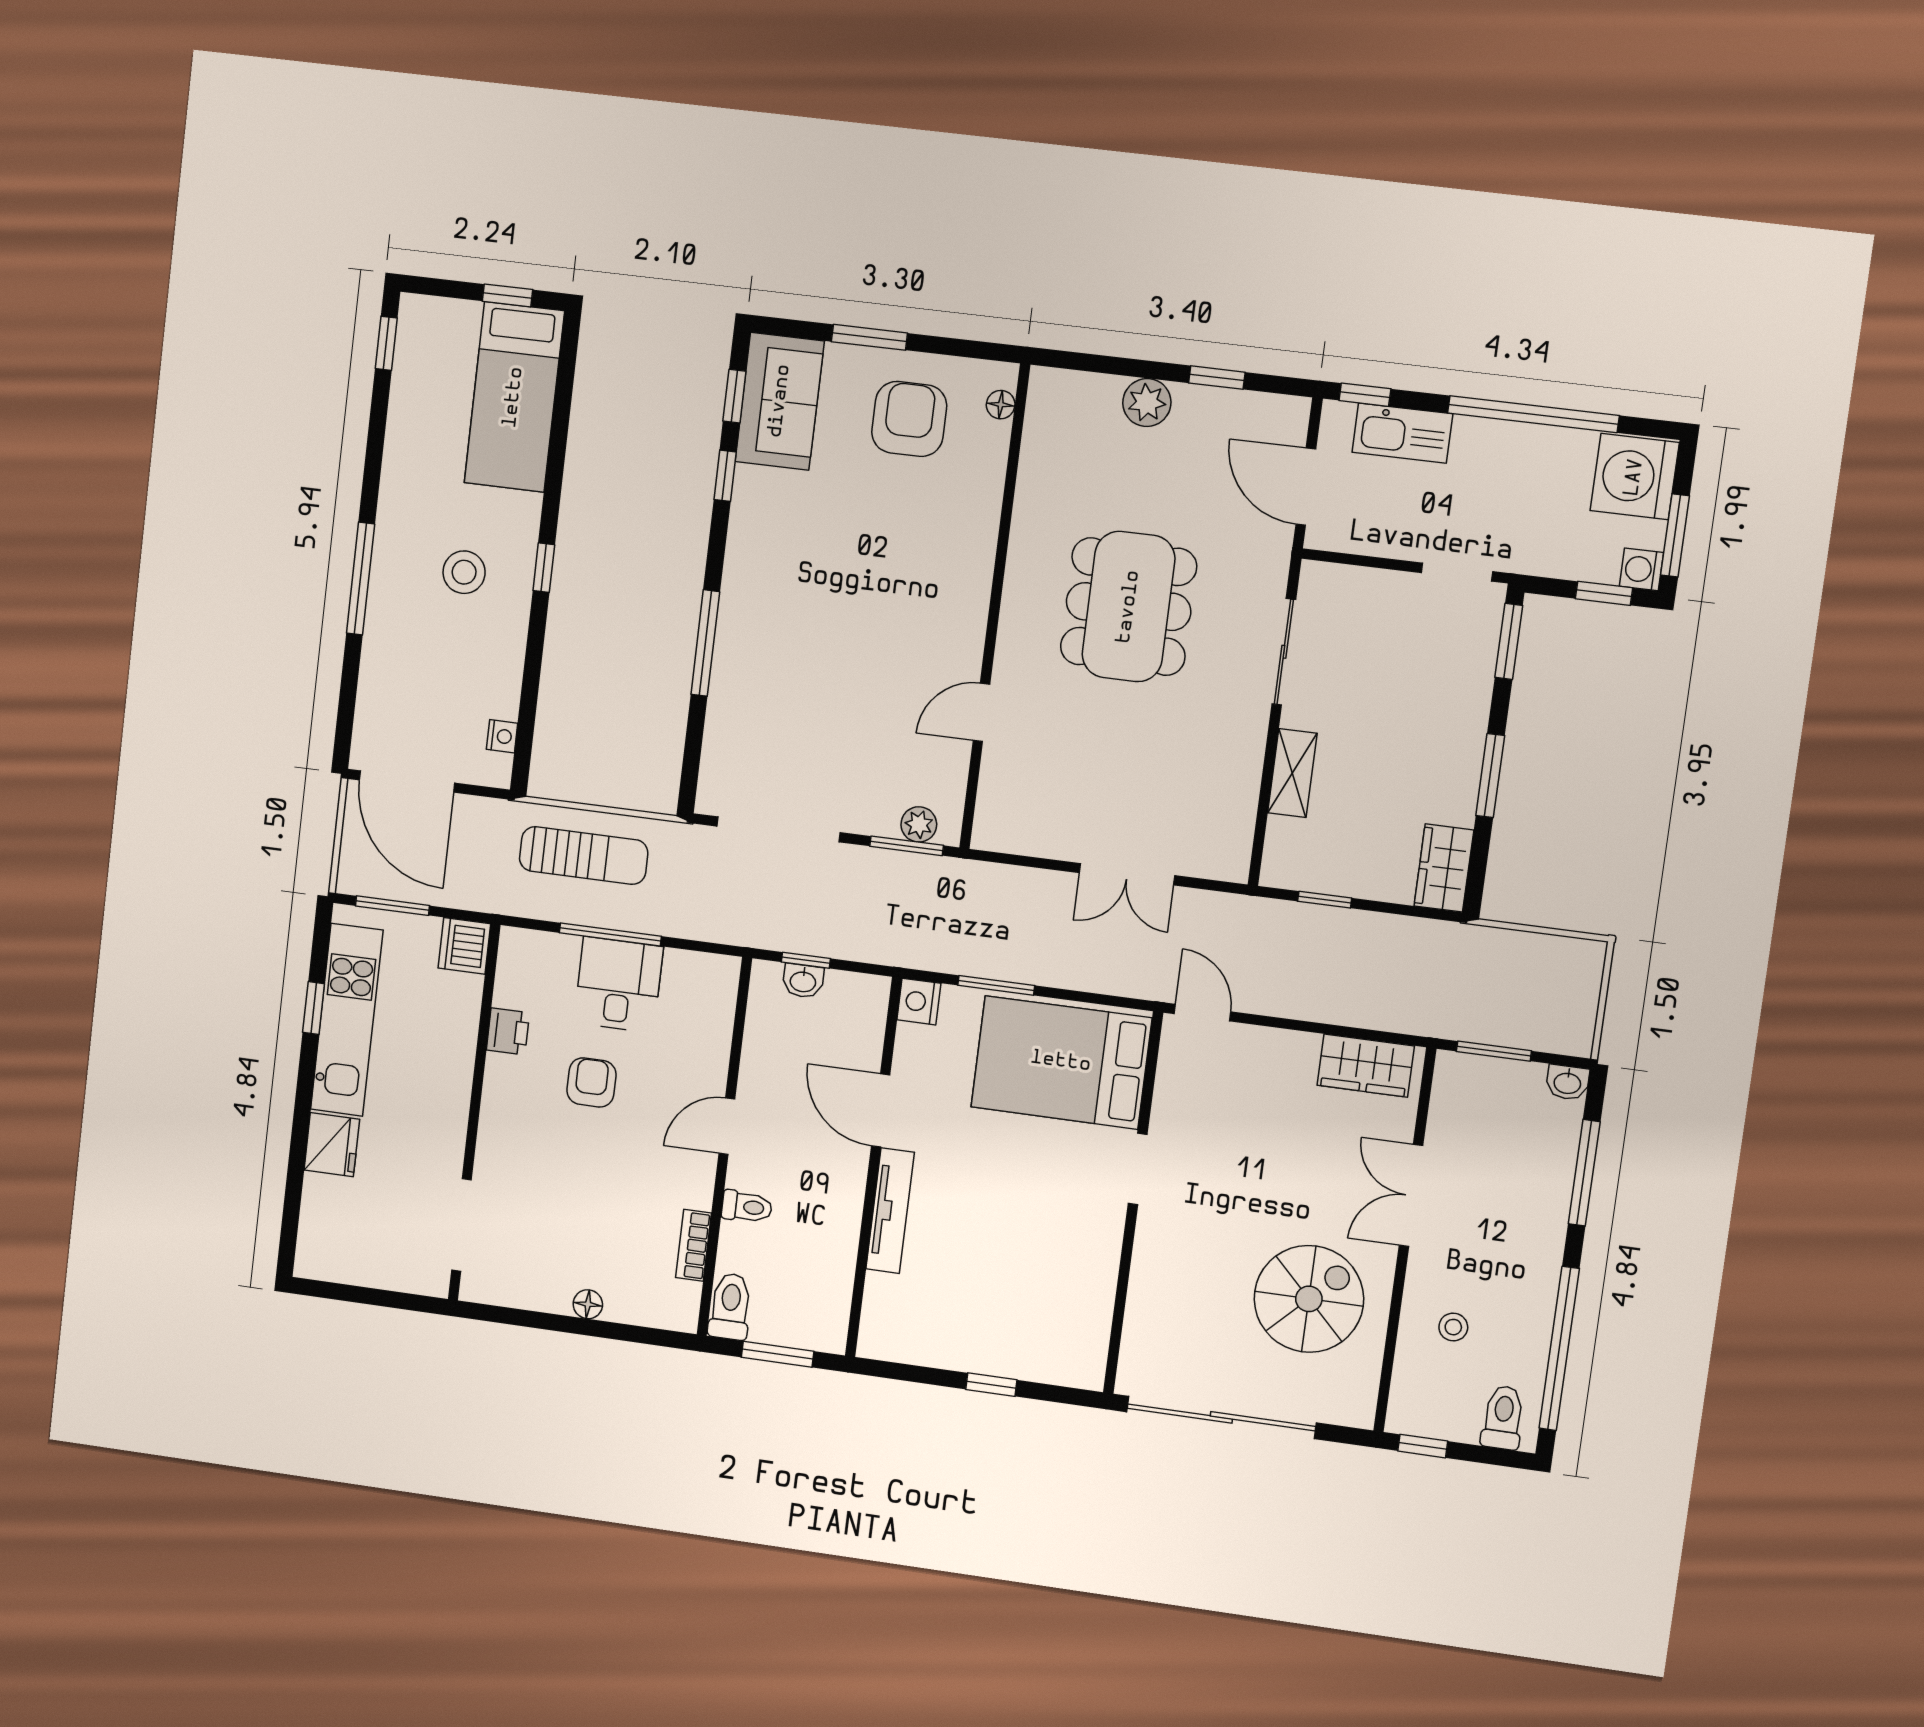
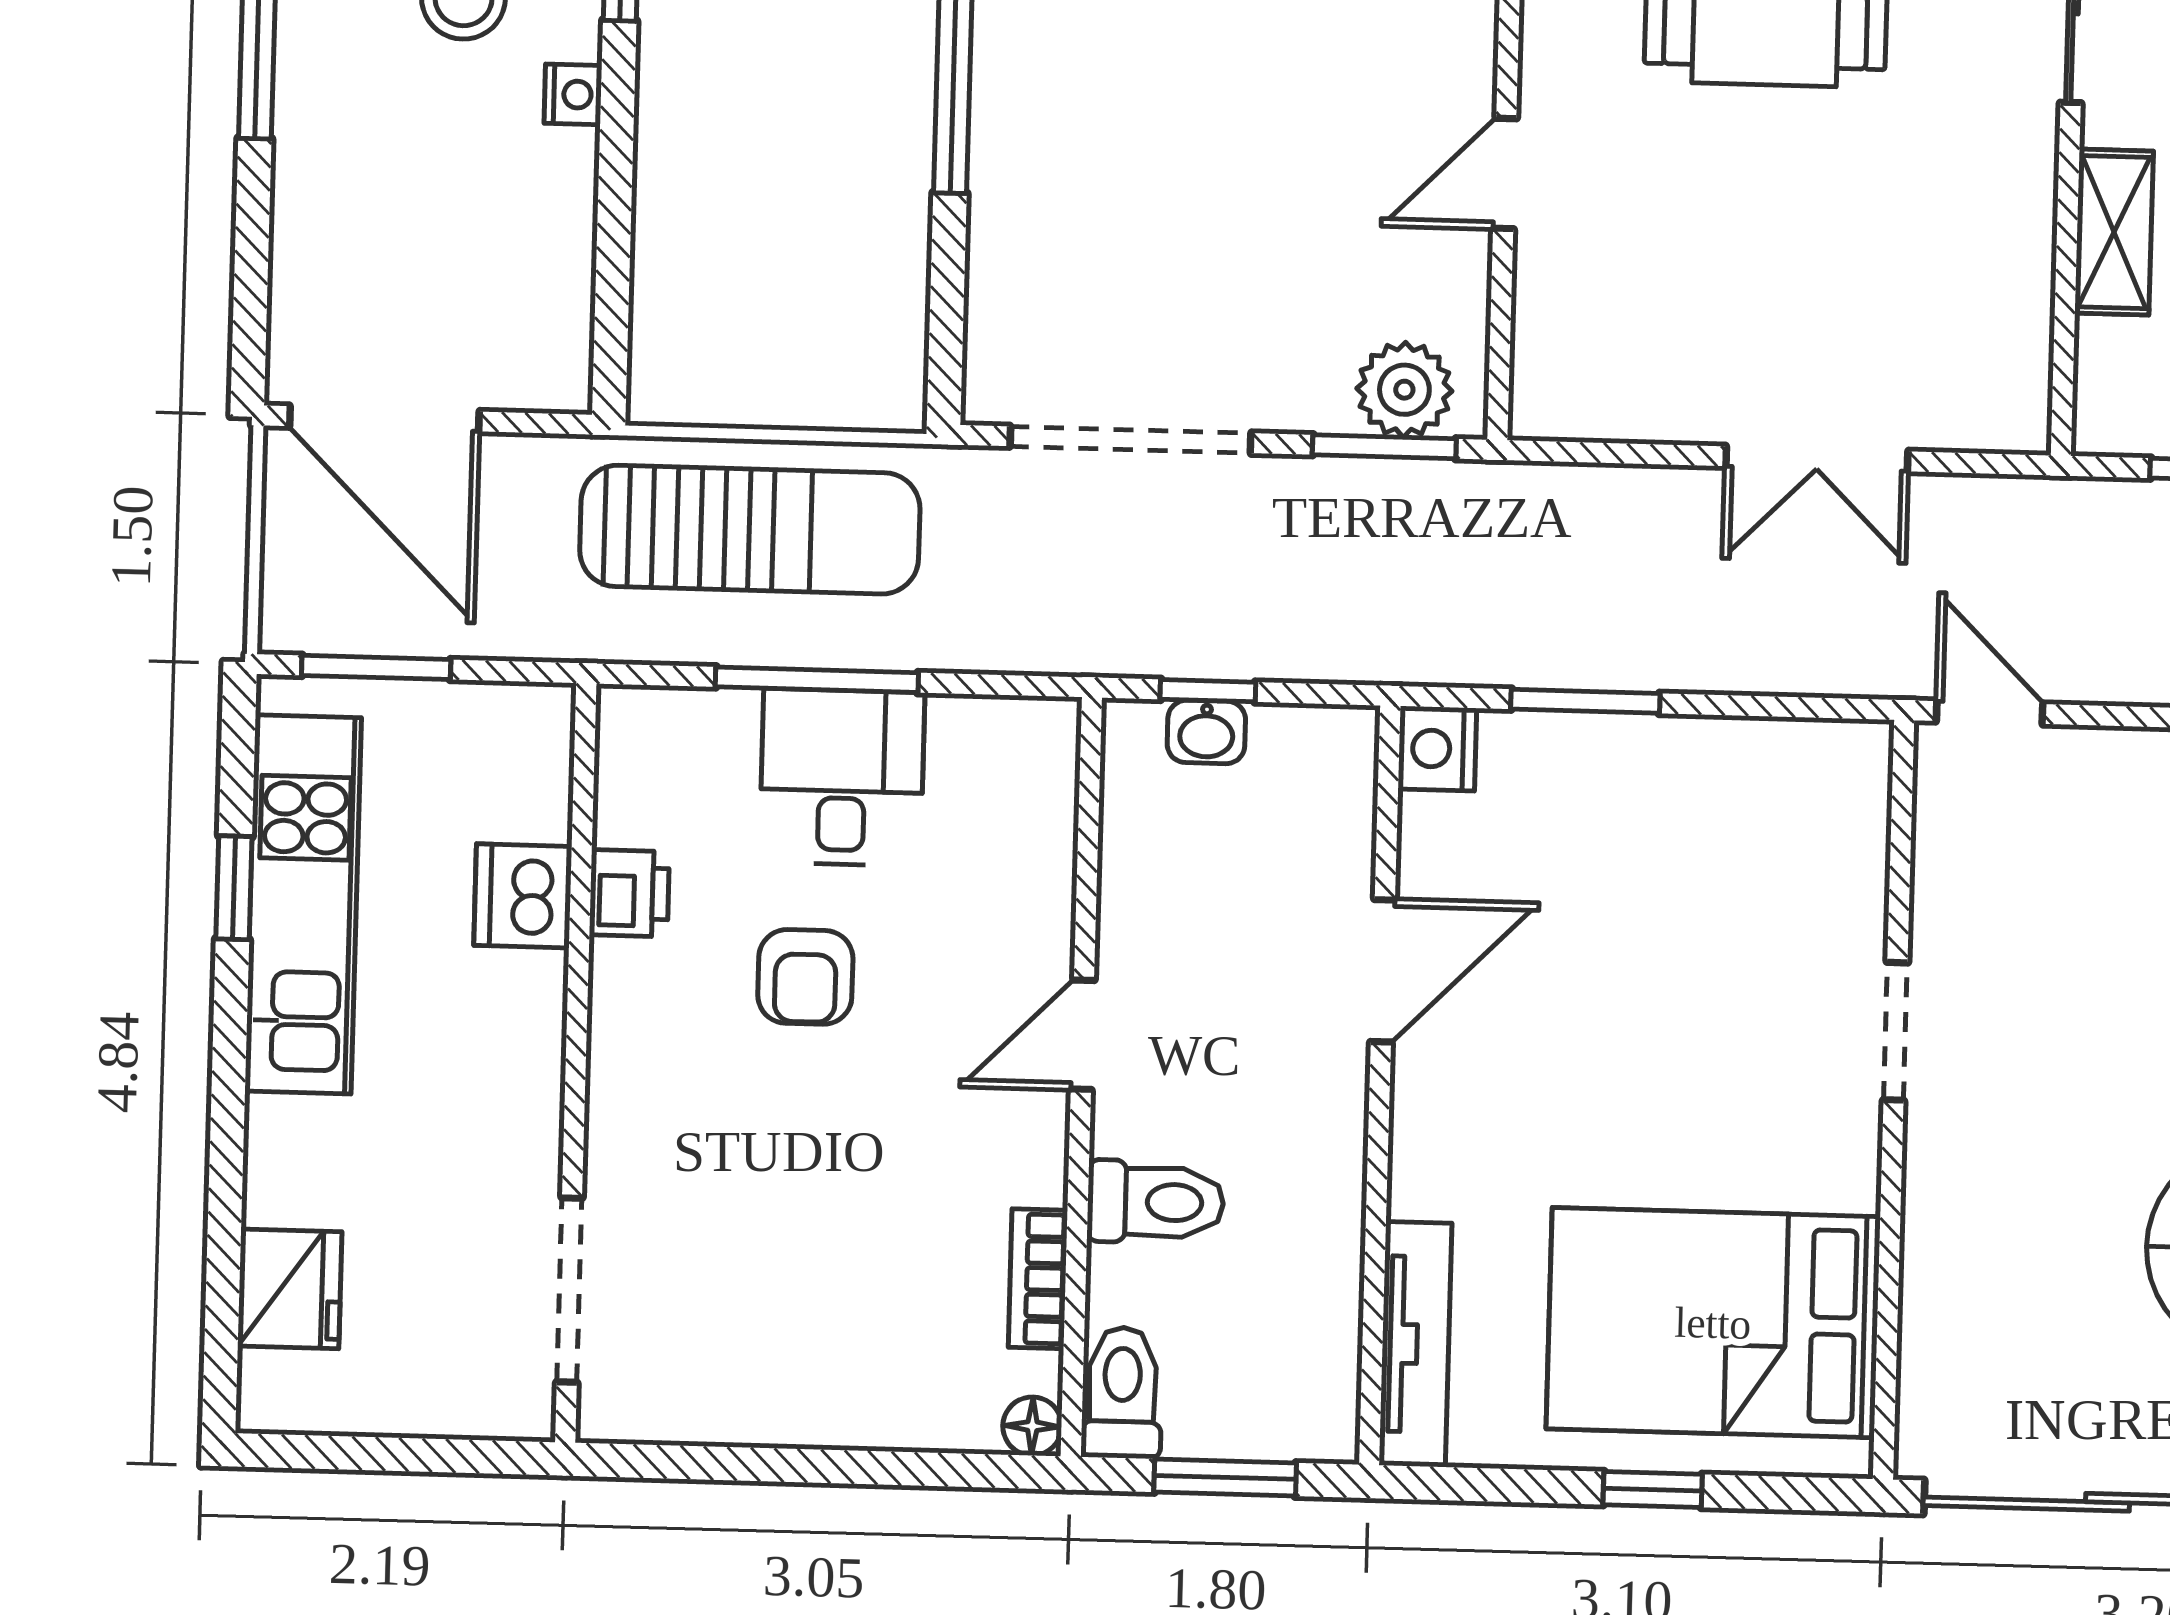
nightstand: (502, 736) -> (573, 94), moved
plant: (919, 824) -> (1404, 390), width x1.38, depth x1.38
sun lounger: (584, 856) -> (750, 530), width x1.36, depth x1.34
dishwasher: (464, 946) -> (523, 896), moved
bed: (1061, 1062) -> (1713, 1323), moved
armchair: (591, 1082) -> (805, 977), turned 180
door: (881, 1110) -> (1383, 971), swing flipped
fridge: (332, 1145) -> (290, 1289), moved
toilet: (747, 1207) -> (1156, 1202), width x1.37, depth x1.39
tv unit: (890, 1211) -> (1415, 1344), moved
floor lamp: (588, 1304) -> (1032, 1426), moved

